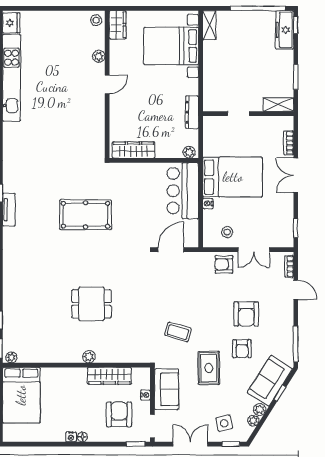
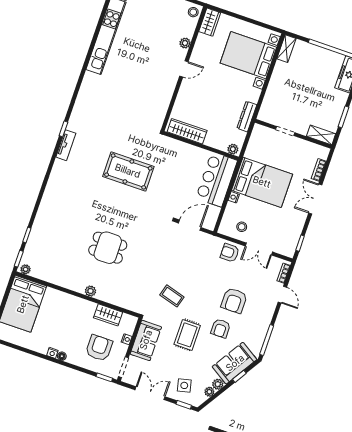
wardrobe: (109, 376) -> (108, 315), width x0.67

